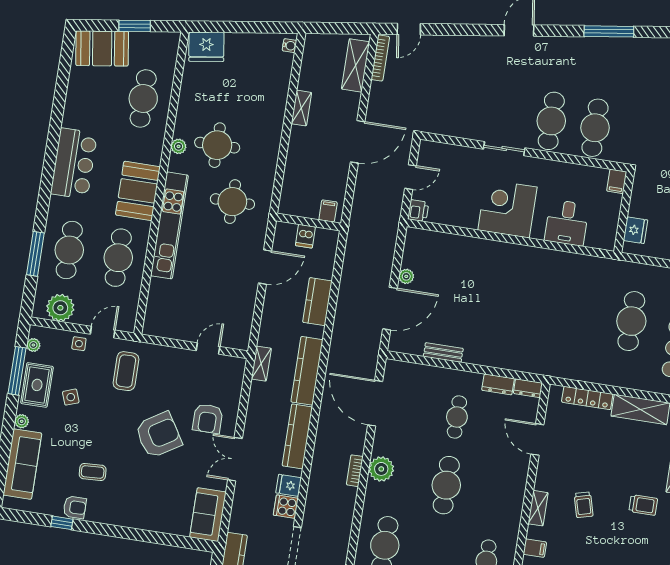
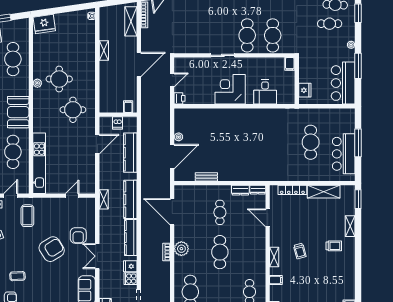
kitchen unit: (169, 225) -> (39, 163), moved
kitchen counter: (317, 302) -> (130, 153), width x1.50

